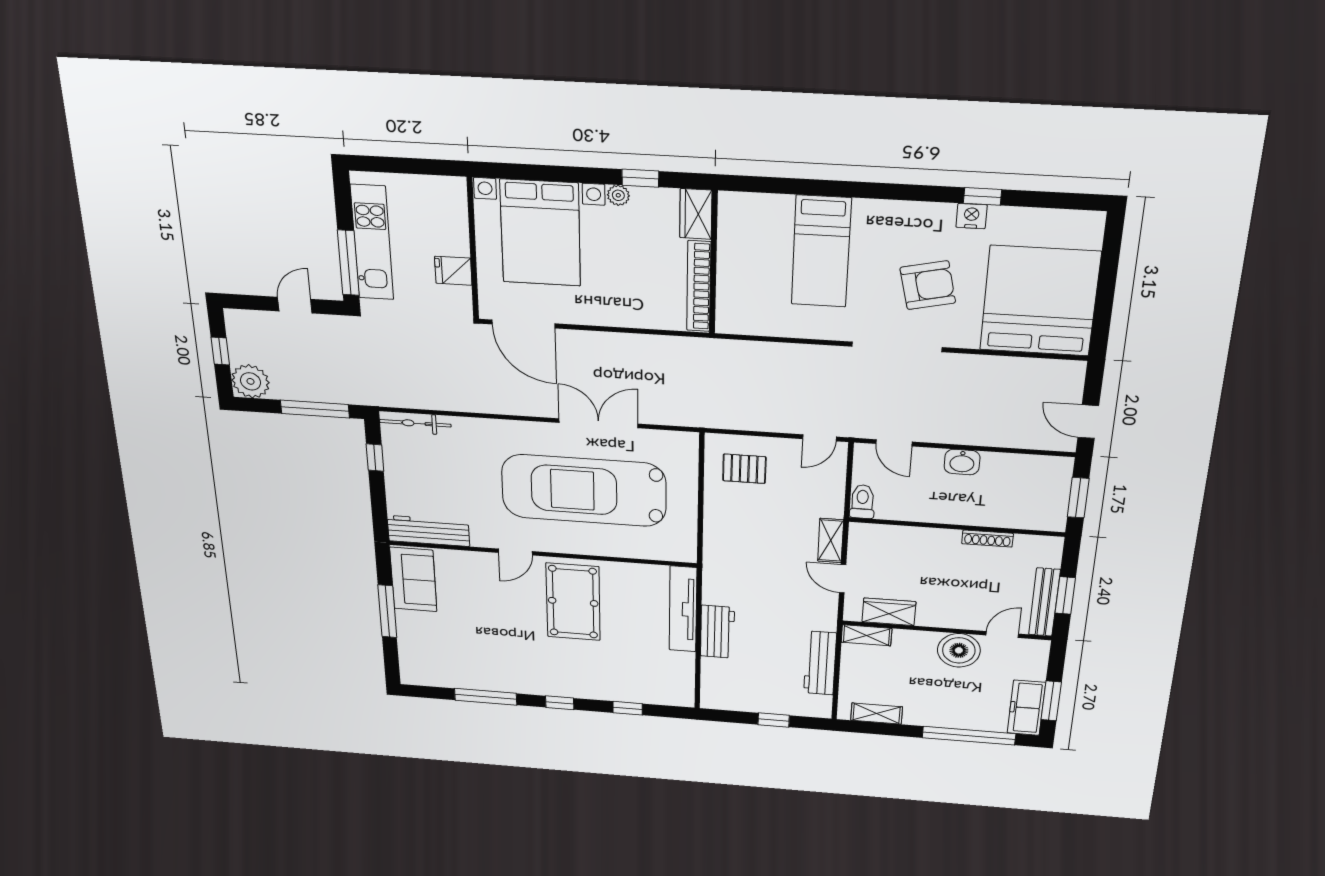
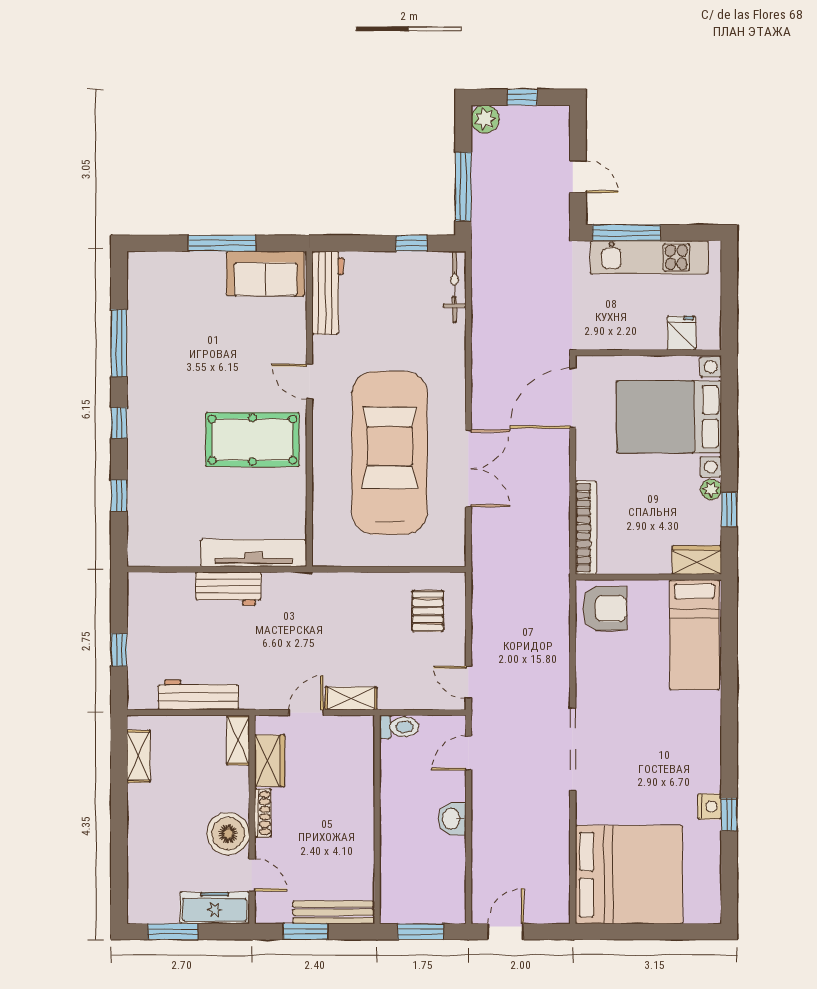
bed: (821, 252) -> (694, 635), moved, turned -90
fridge: (453, 271) -> (681, 333), moved
armchair: (928, 285) -> (605, 608), moved, turned -77
bookcase: (699, 286) -> (586, 528), moved, turned 90
plant: (250, 381) -> (485, 119), width x0.73, depth x0.73
shoe rack: (987, 539) -> (263, 813), moved, turned 180
bench: (1044, 602) -> (334, 912), moved
freezer: (1026, 708) -> (215, 908), moved
window: (969, 736) -> (119, 853), removed

